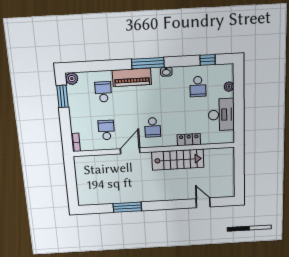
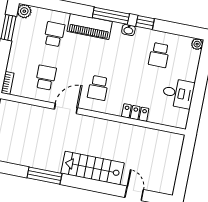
window: (208, 60) -> (145, 23), moved
plant: (229, 87) -> (197, 44), moved
desk: (221, 115) -> (178, 93), width x0.73
stairs: (178, 160) -> (93, 168), moved, turned 180

